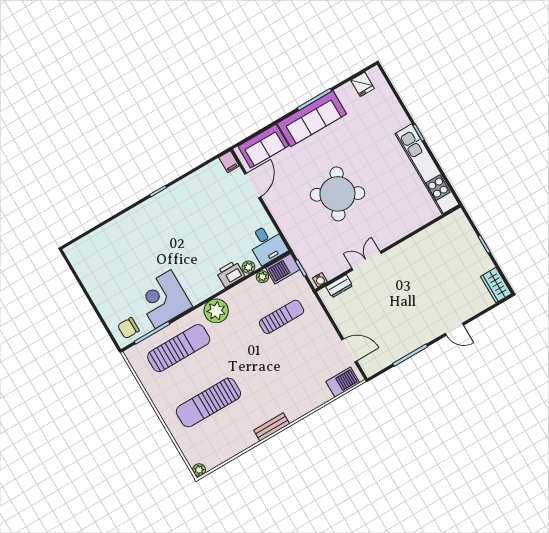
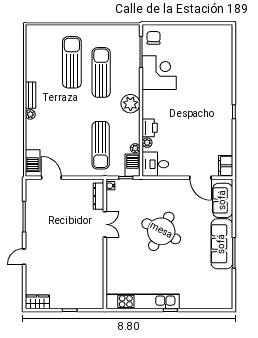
fridge: (362, 84) -> (225, 291), removed
filing cabinet: (229, 162) -> (226, 166), width x2.00
dresser: (339, 286) -> (98, 196), width x1.44
sun lounger: (282, 317) -> (101, 145), width x1.36, depth x1.34
sun lounger: (179, 348) -> (101, 72), moved, turned 180
door: (349, 350) -> (51, 178), swing flipped
plant: (199, 470) -> (30, 114), moved

